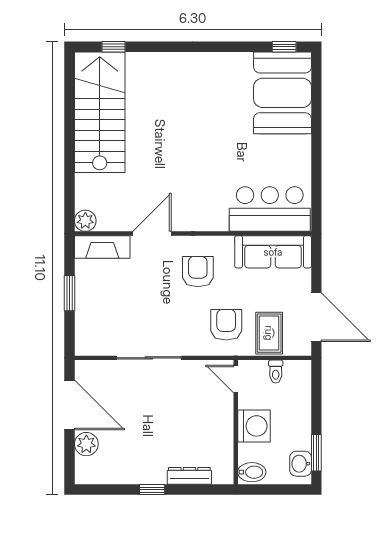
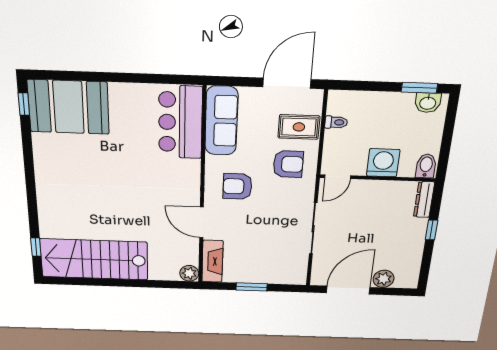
armchair: (226, 325) -> (288, 164), turned 180
door: (236, 379) -> (338, 177), moved
wall: (236, 422) -> (378, 178), moved
washing machine: (254, 426) -> (383, 163), moved
bidet: (252, 472) -> (426, 166), moved

